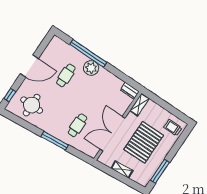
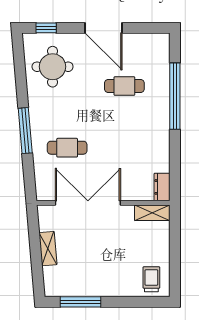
plant: (91, 68) -> (158, 114), removed
pallet: (144, 142) -> (105, 253), removed

